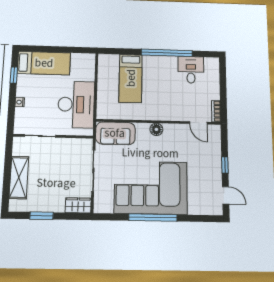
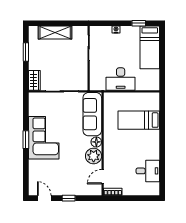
window: (167, 53) -> (162, 150), removed
desk: (76, 104) -> (121, 79), width x0.73, depth x0.77
sofa: (115, 133) -> (92, 114), width x1.36
plant: (173, 133) -> (94, 156), added
corner sofa: (151, 188) -> (44, 138), width x0.73, depth x0.74
door: (226, 195) -> (44, 198), swing flipped
window: (153, 218) -> (26, 140), width x0.47

